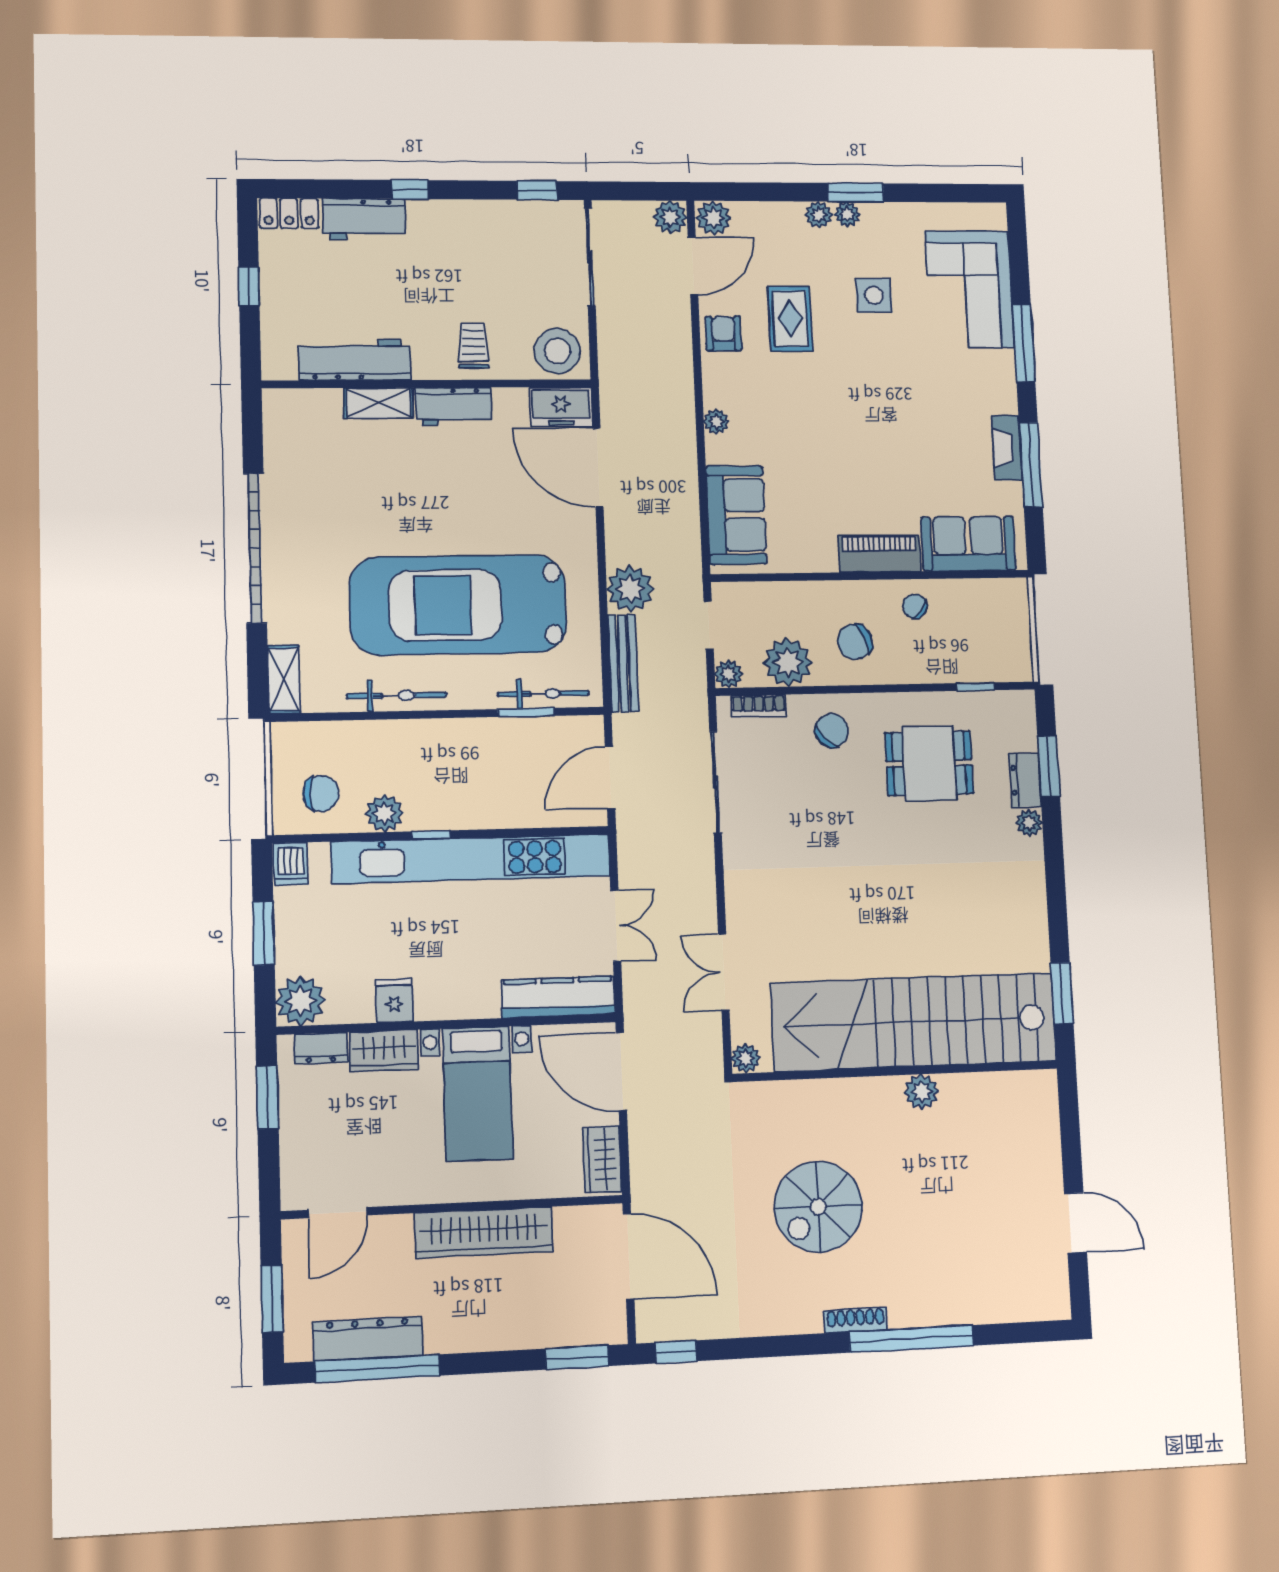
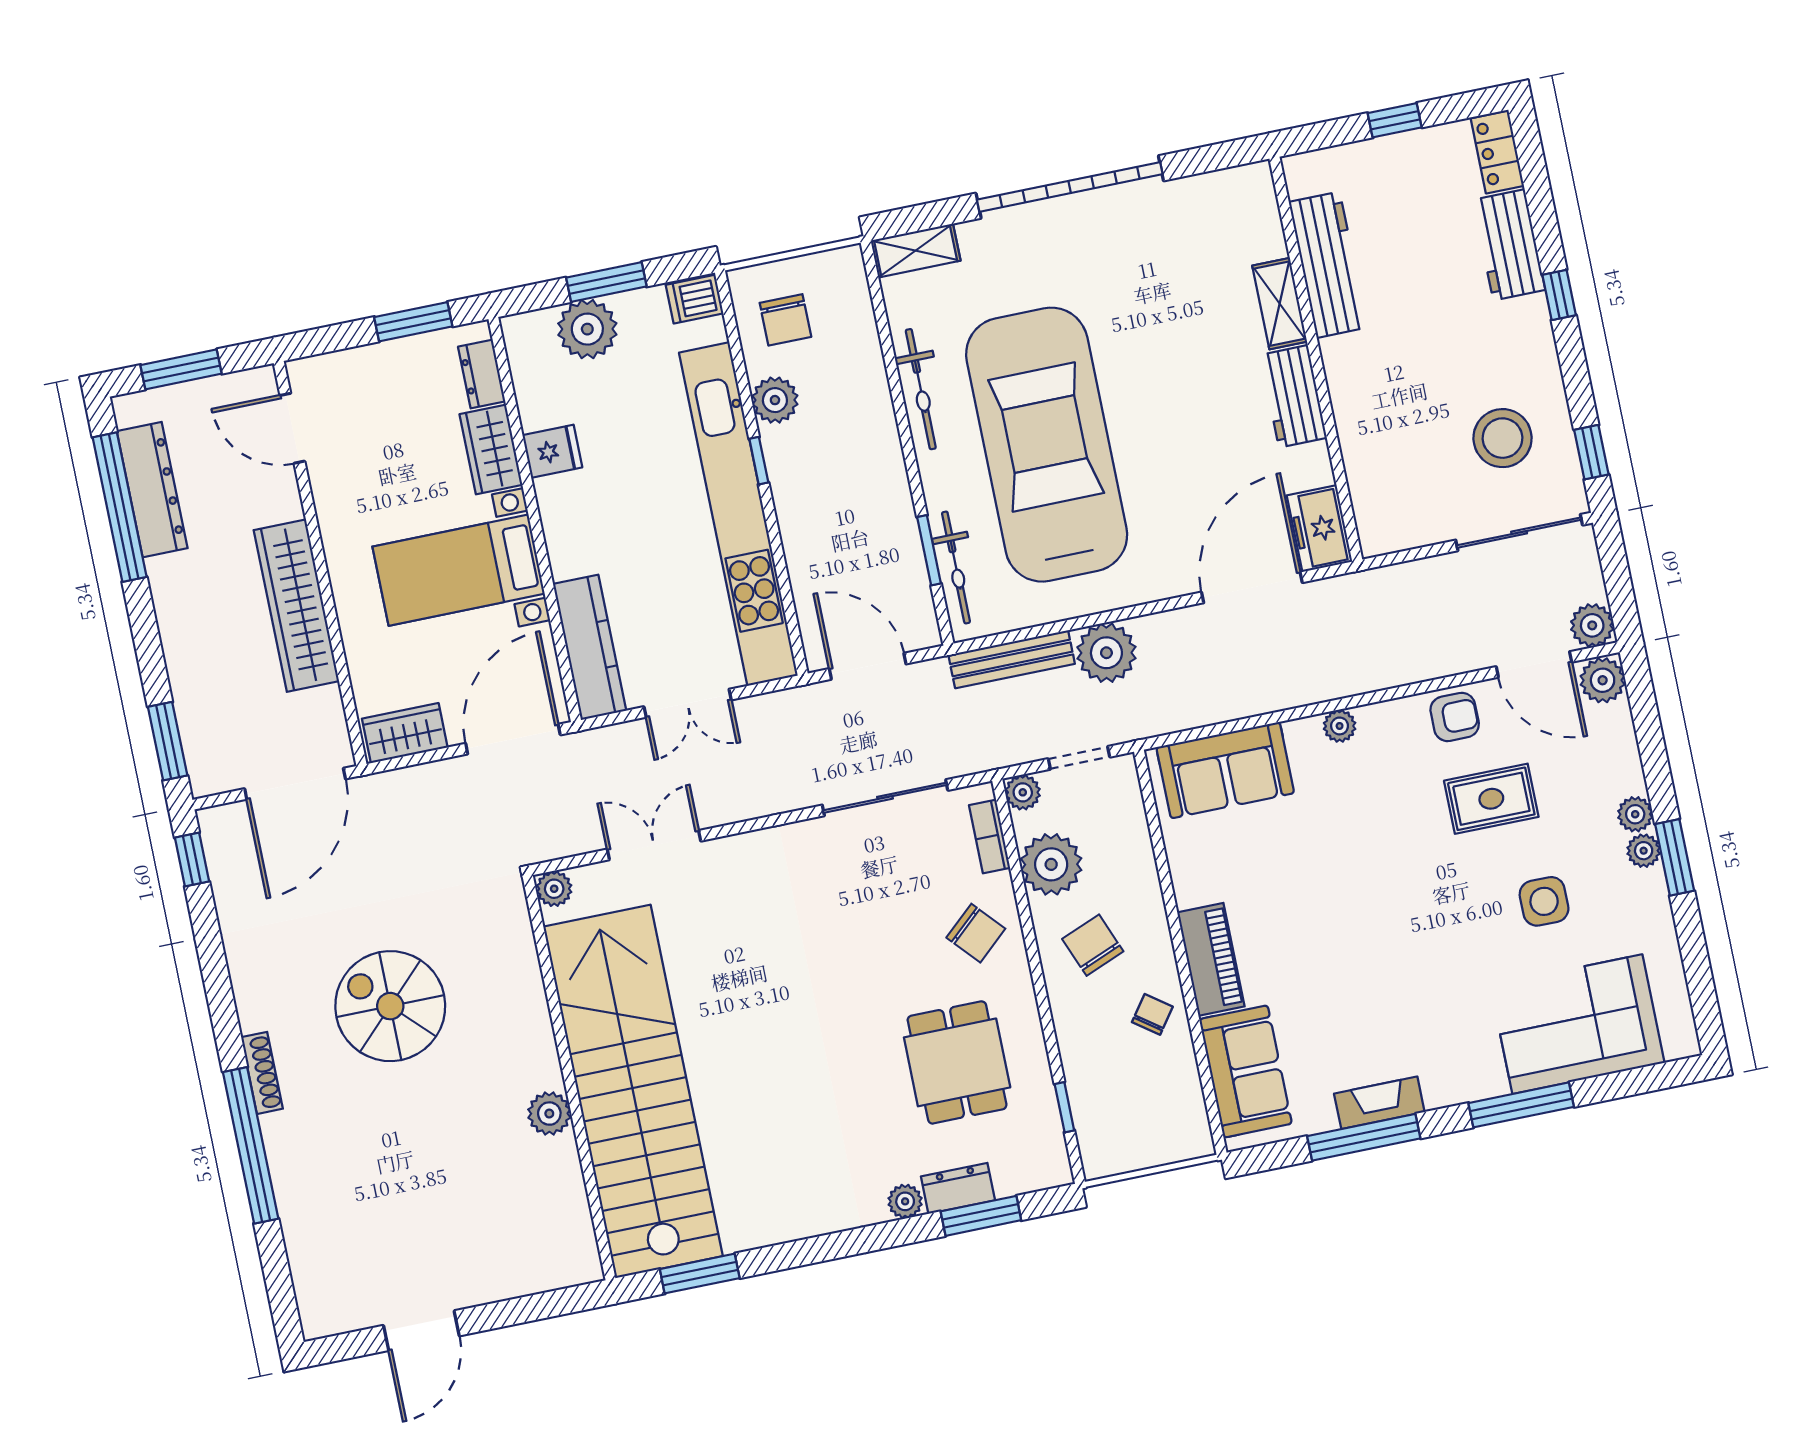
trolley: (473, 346) -> (1376, 407), removed
stool: (557, 351) -> (1503, 438), moved
plant: (301, 1001) -> (587, 329), moved

